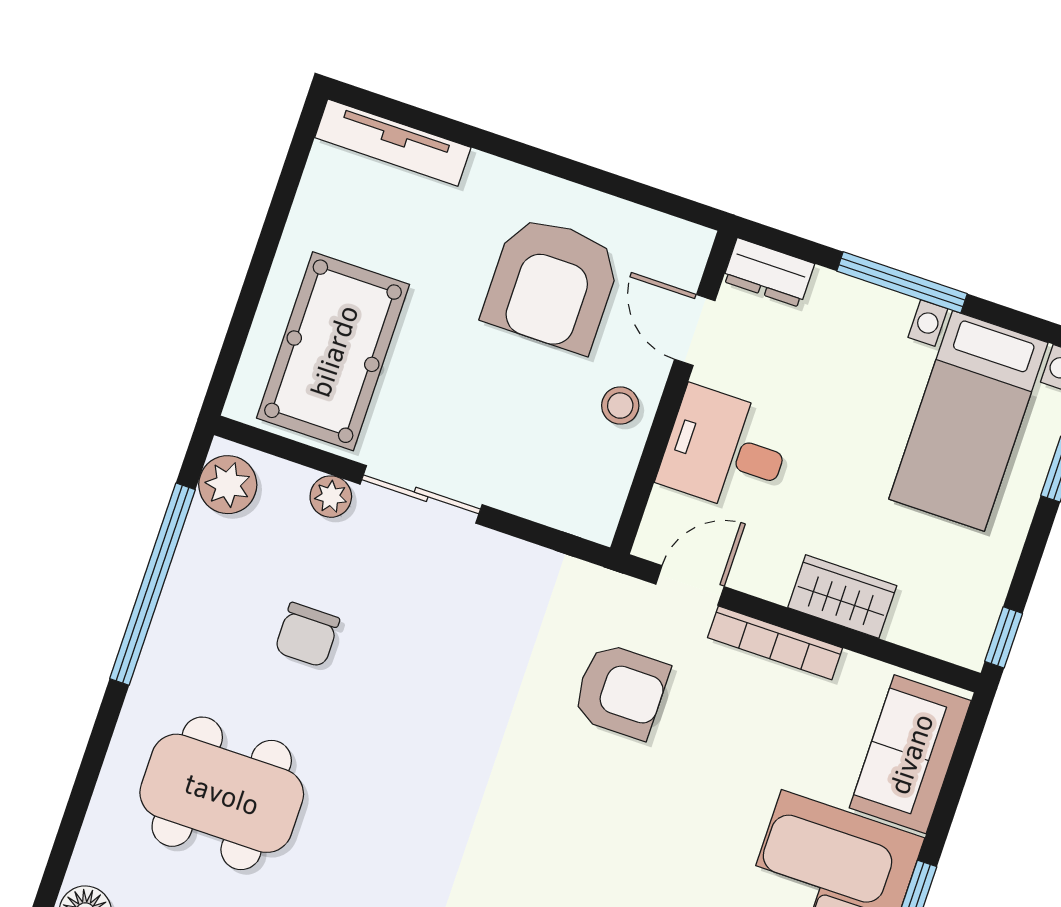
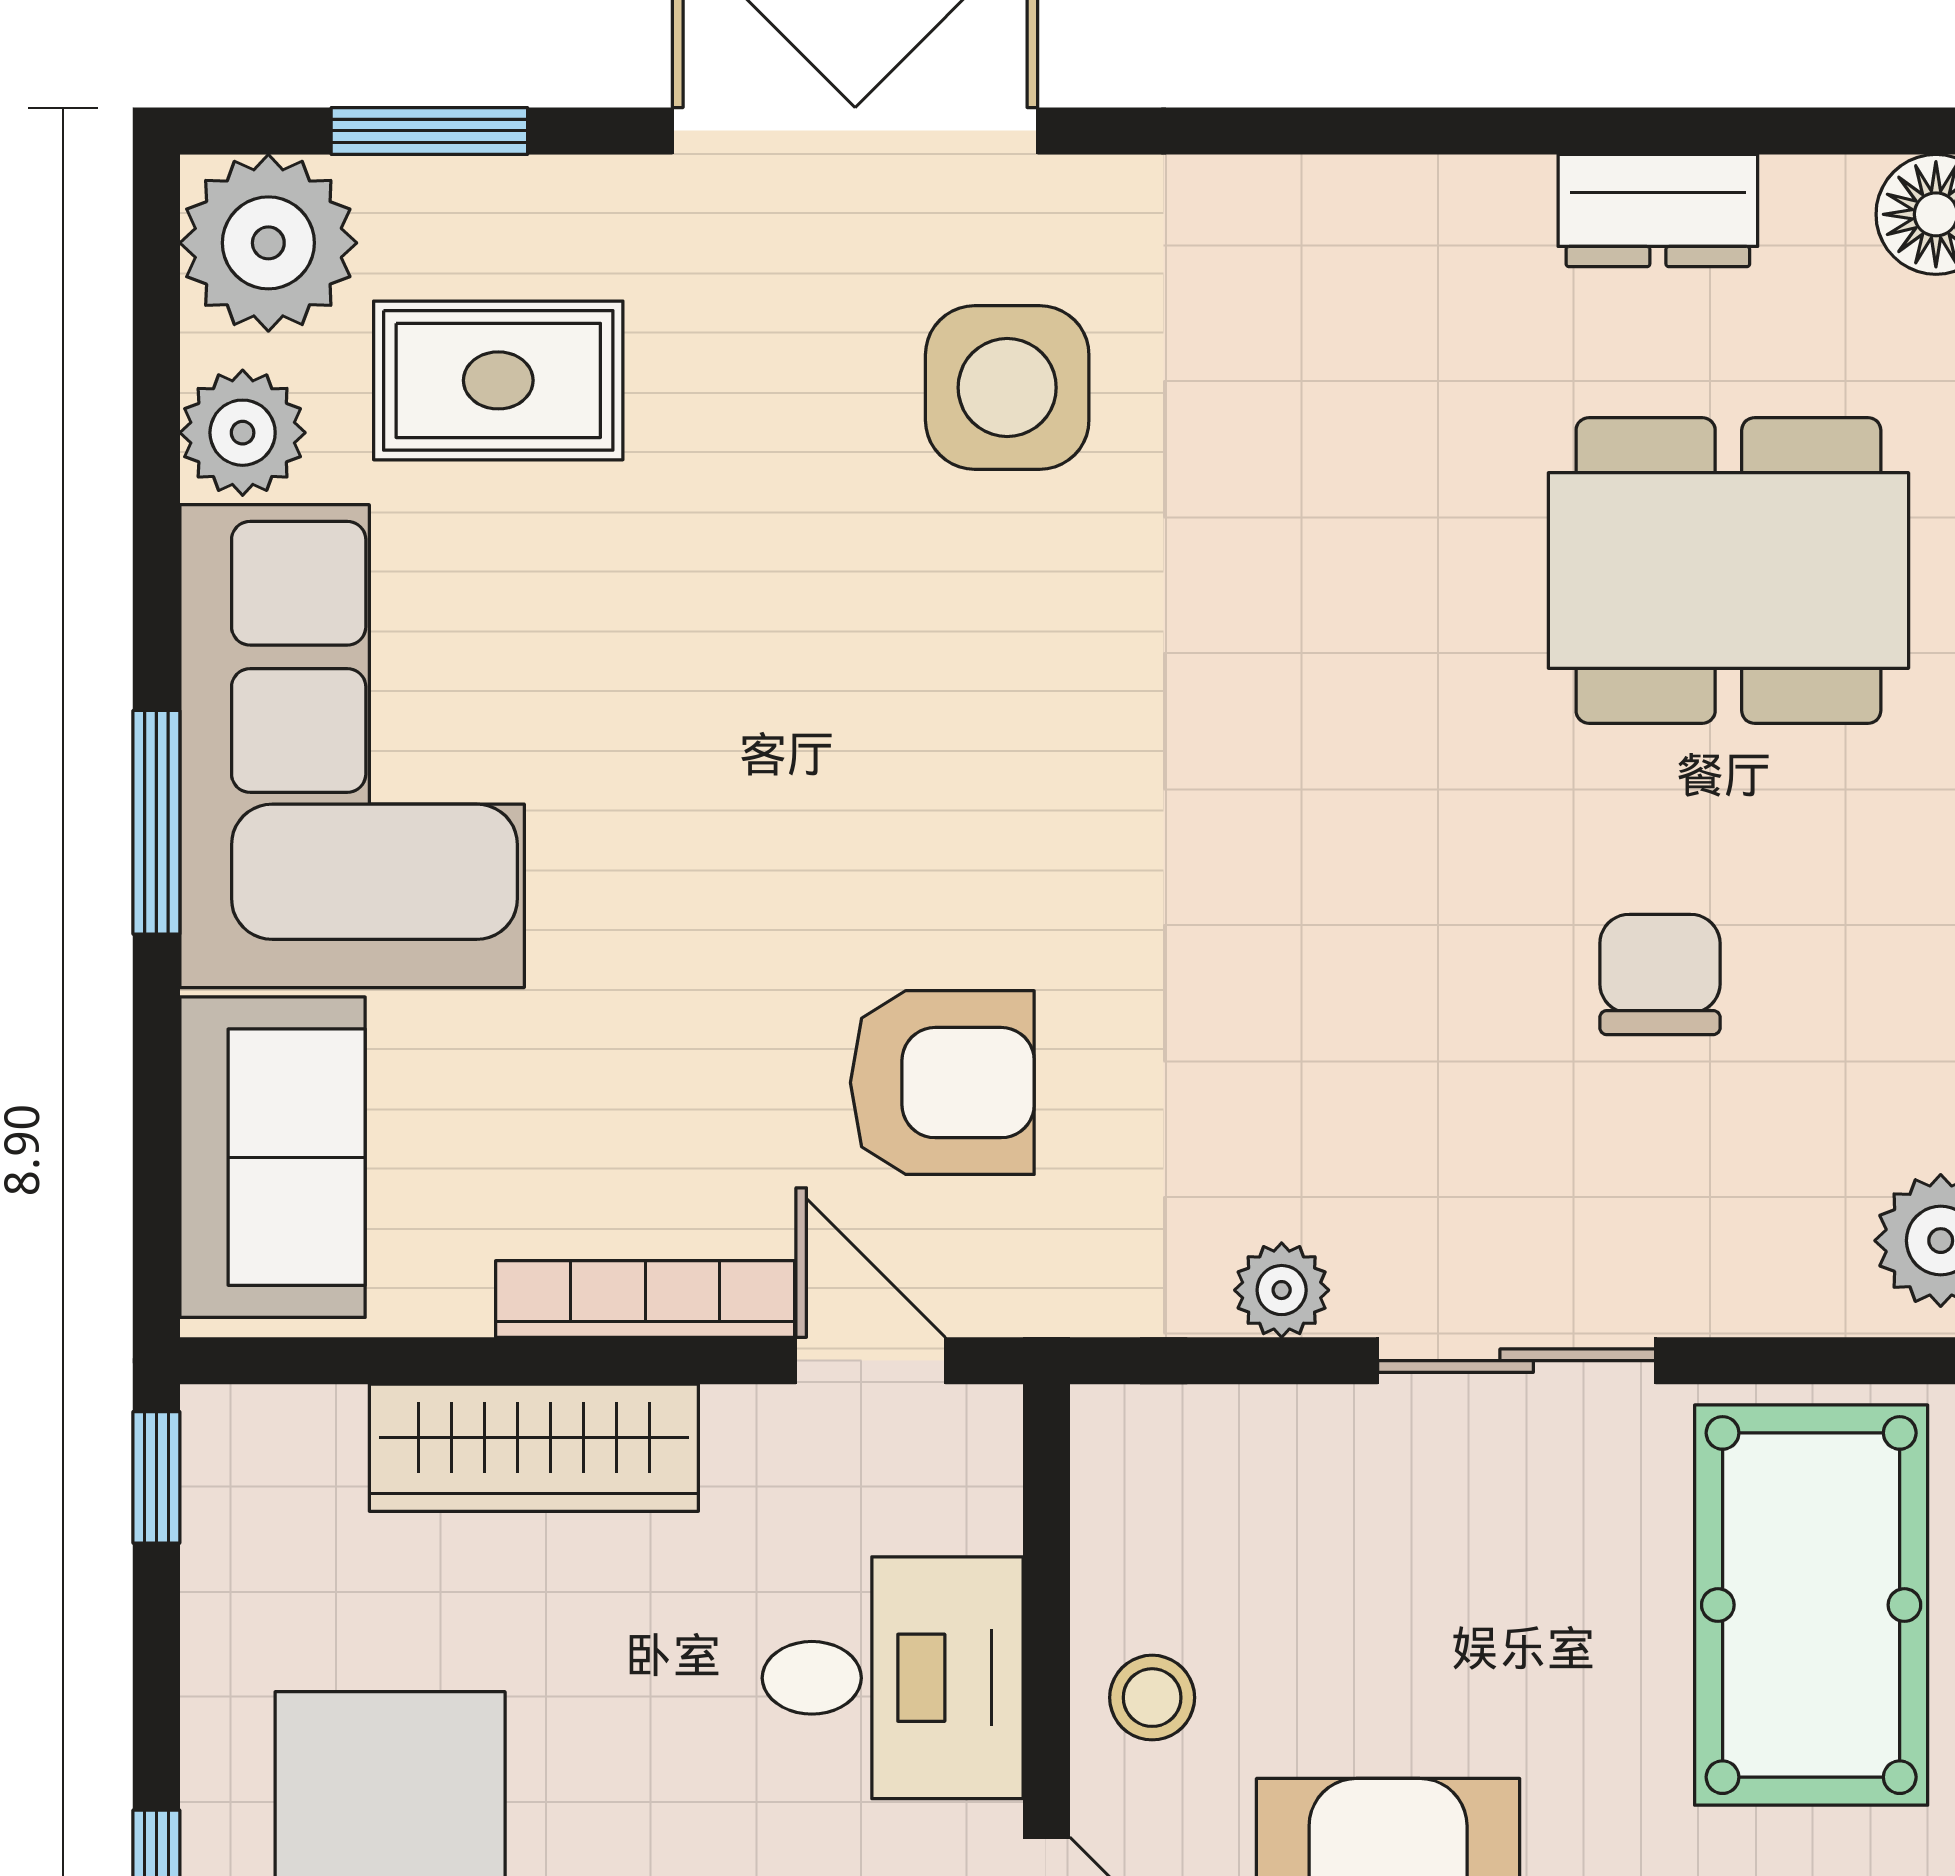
plant: (331, 497) -> (1282, 1290), moved
door: (690, 585) -> (871, 1361), swing flipped
wardrobe: (842, 597) -> (534, 1448), width x1.50
armchair: (621, 691) -> (942, 1083), turned 180

